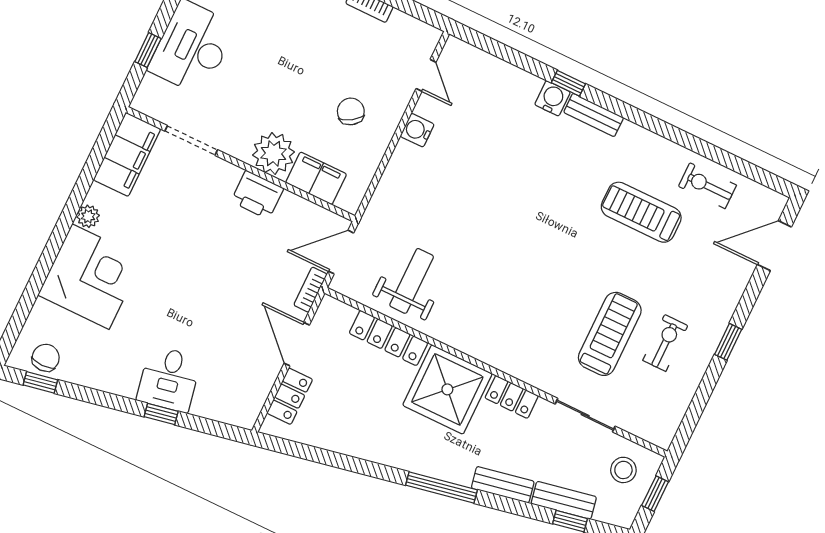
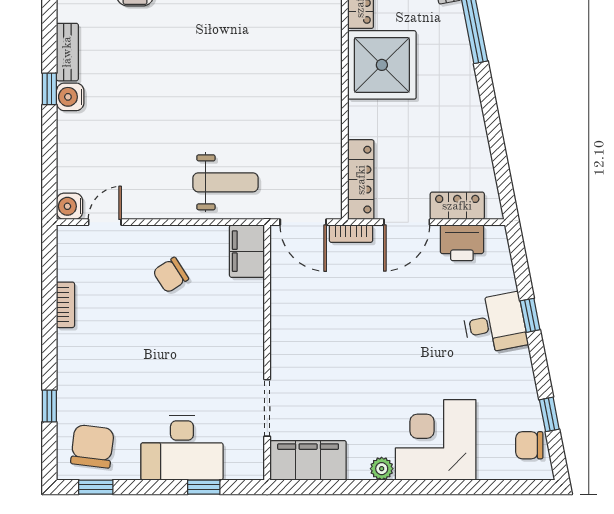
water cooler: (417, 130) -> (69, 206), moved, turned 90
plant: (273, 153) -> (243, 327), removed
filing cabinet: (316, 178) -> (247, 251), moved
printer: (257, 195) -> (462, 243), moved, turned 90
weight bench: (412, 281) -> (226, 182), moved, turned 180
locker: (388, 338) -> (361, 180), moved
window: (40, 382) -> (549, 414), moved

